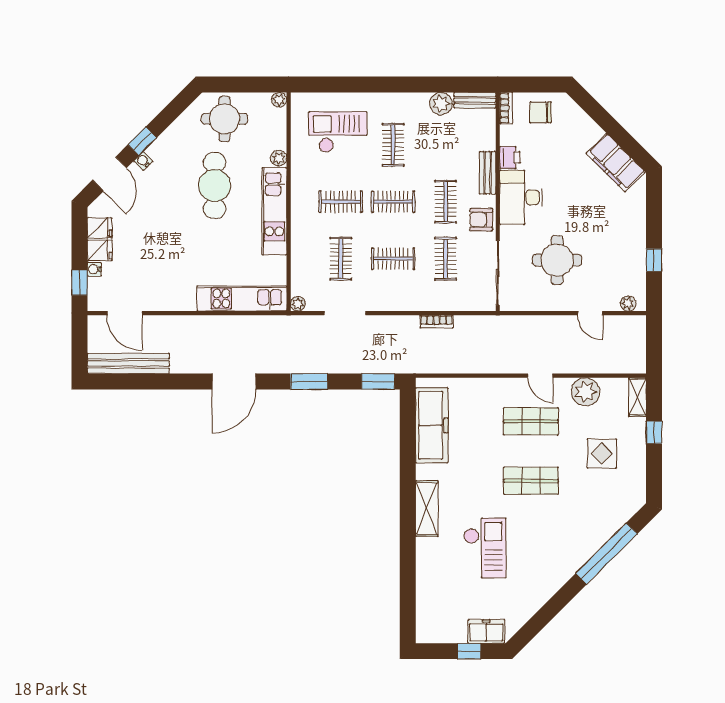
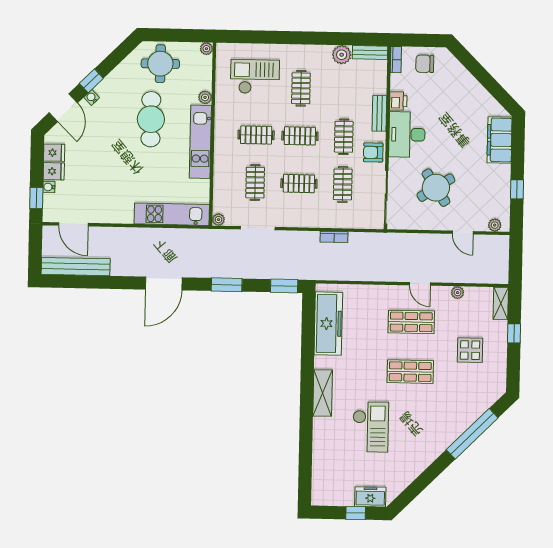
filing cabinet: (616, 163) -> (500, 140), moved, turned 45
round table: (557, 260) -> (436, 188), turned -33
plant: (585, 392) -> (458, 293), width x0.53, depth x0.53

